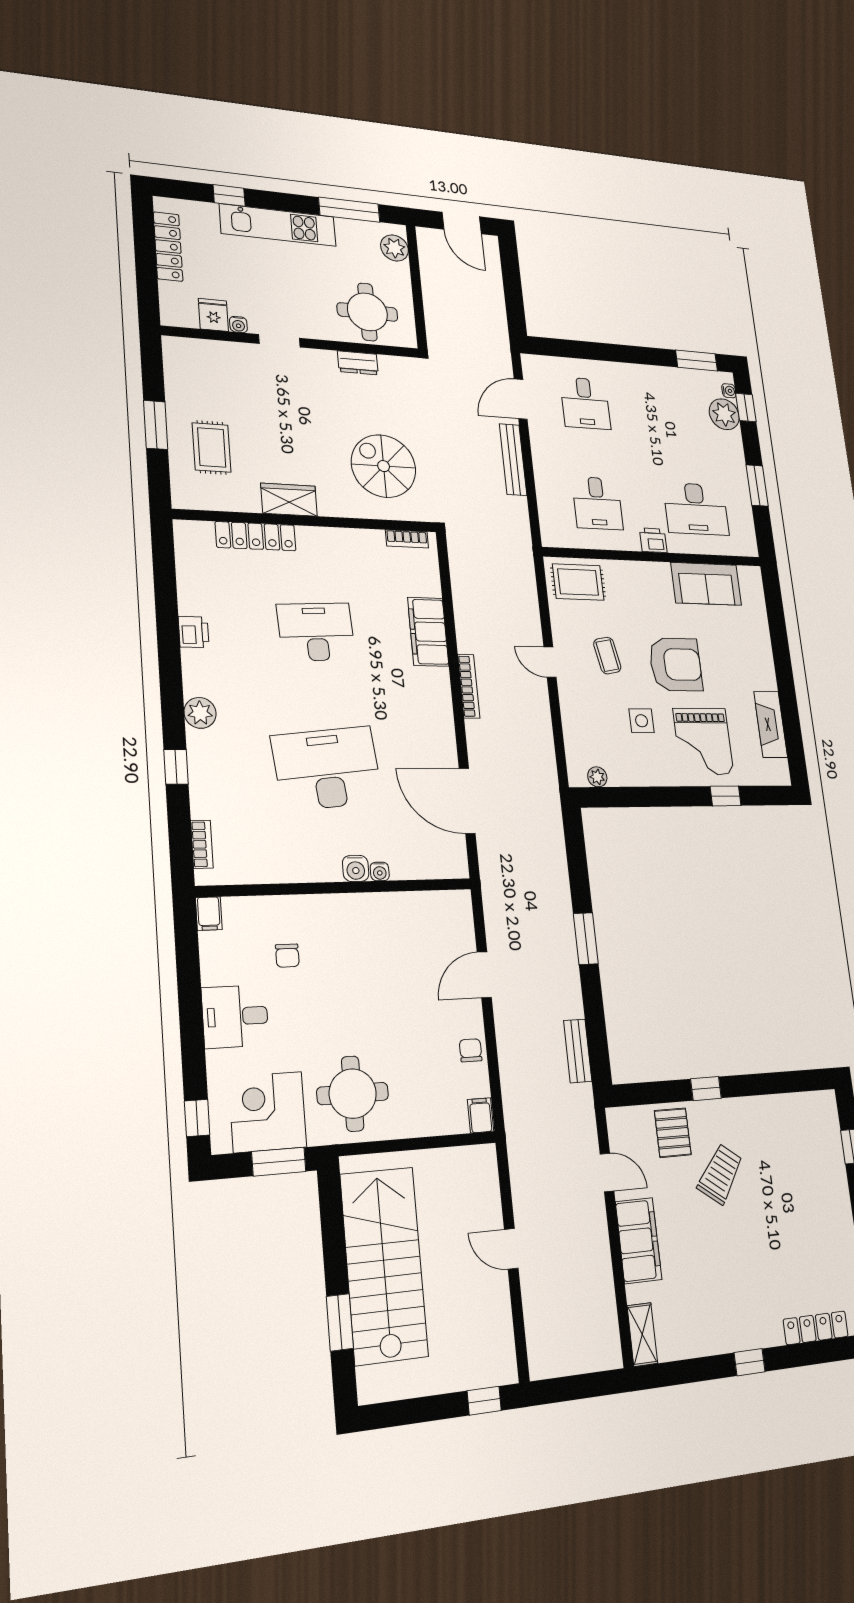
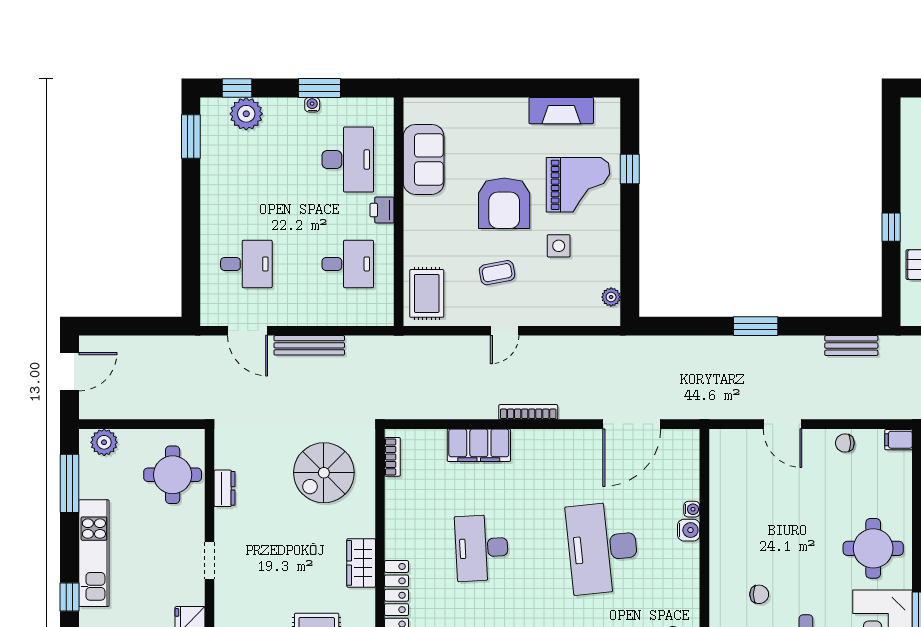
water cooler: (238, 325) -> (197, 597), removed
water cooler: (729, 391) -> (312, 105), moved
armchair: (676, 664) -> (504, 203), turned 180

